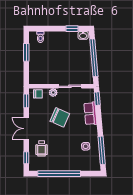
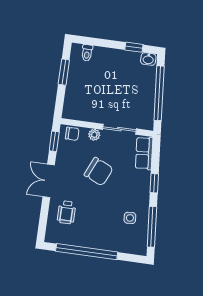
window: (97, 99) -> (154, 183), moved
row of seats: (90, 114) -> (144, 153), moved
window: (26, 158) -> (43, 223), removed

